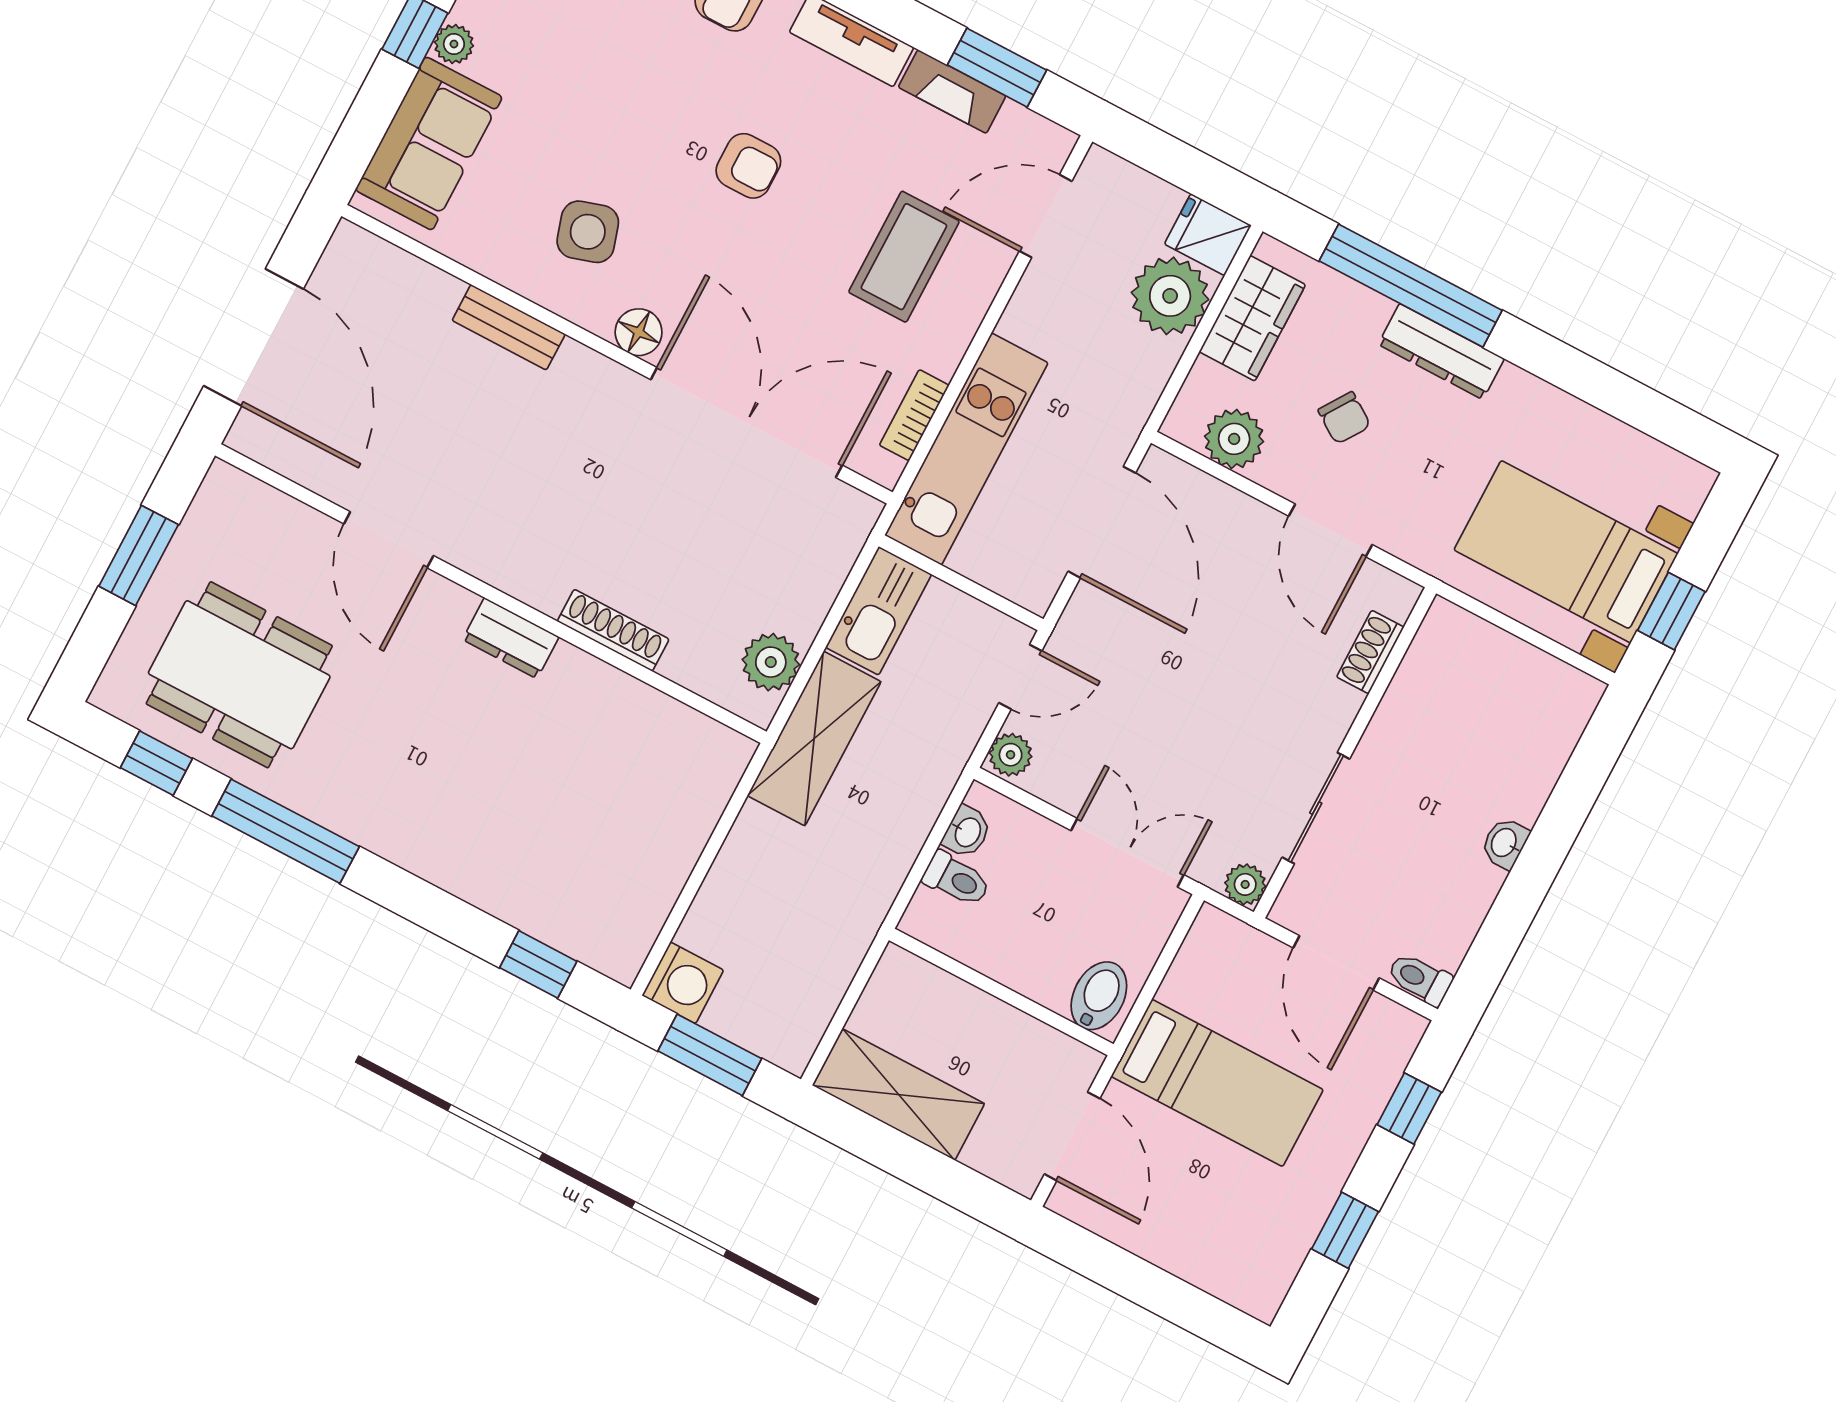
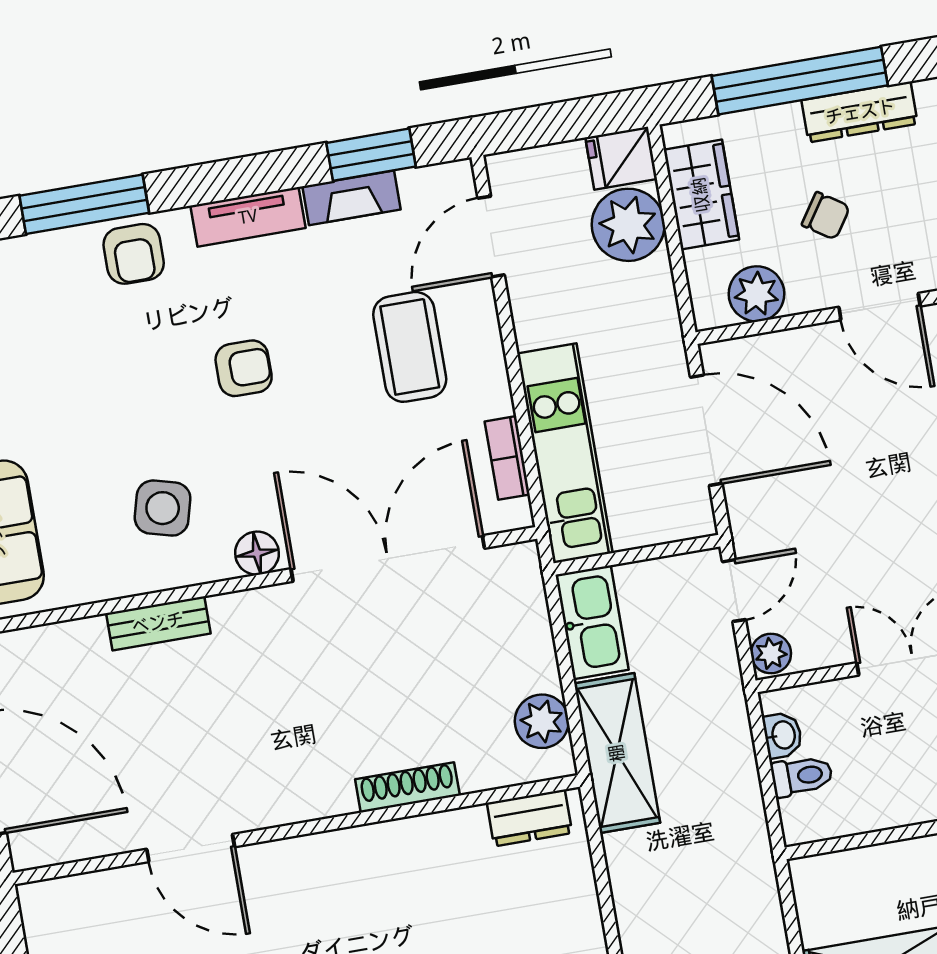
side table: (588, 232) -> (163, 508), turned 32
dresser: (511, 638) -> (529, 818), moved

